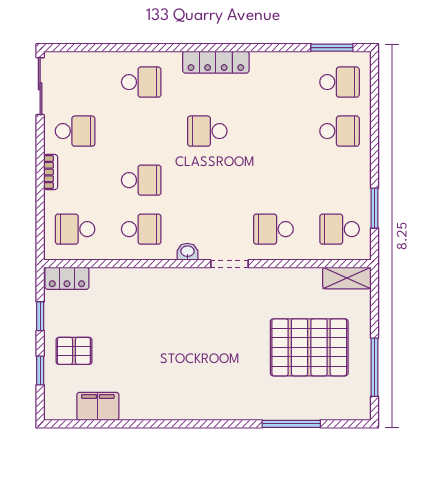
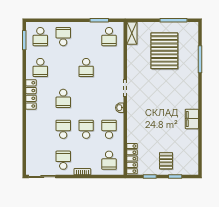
school desk: (141, 82) -> (63, 129), moved
school desk: (273, 82) -> (40, 67), added
school desk: (340, 82) -> (40, 37), turned 180
school desk: (273, 229) -> (86, 67), moved
locker: (67, 278) -> (132, 159), width x1.53
filing cabinet: (98, 406) -> (192, 119), moved

